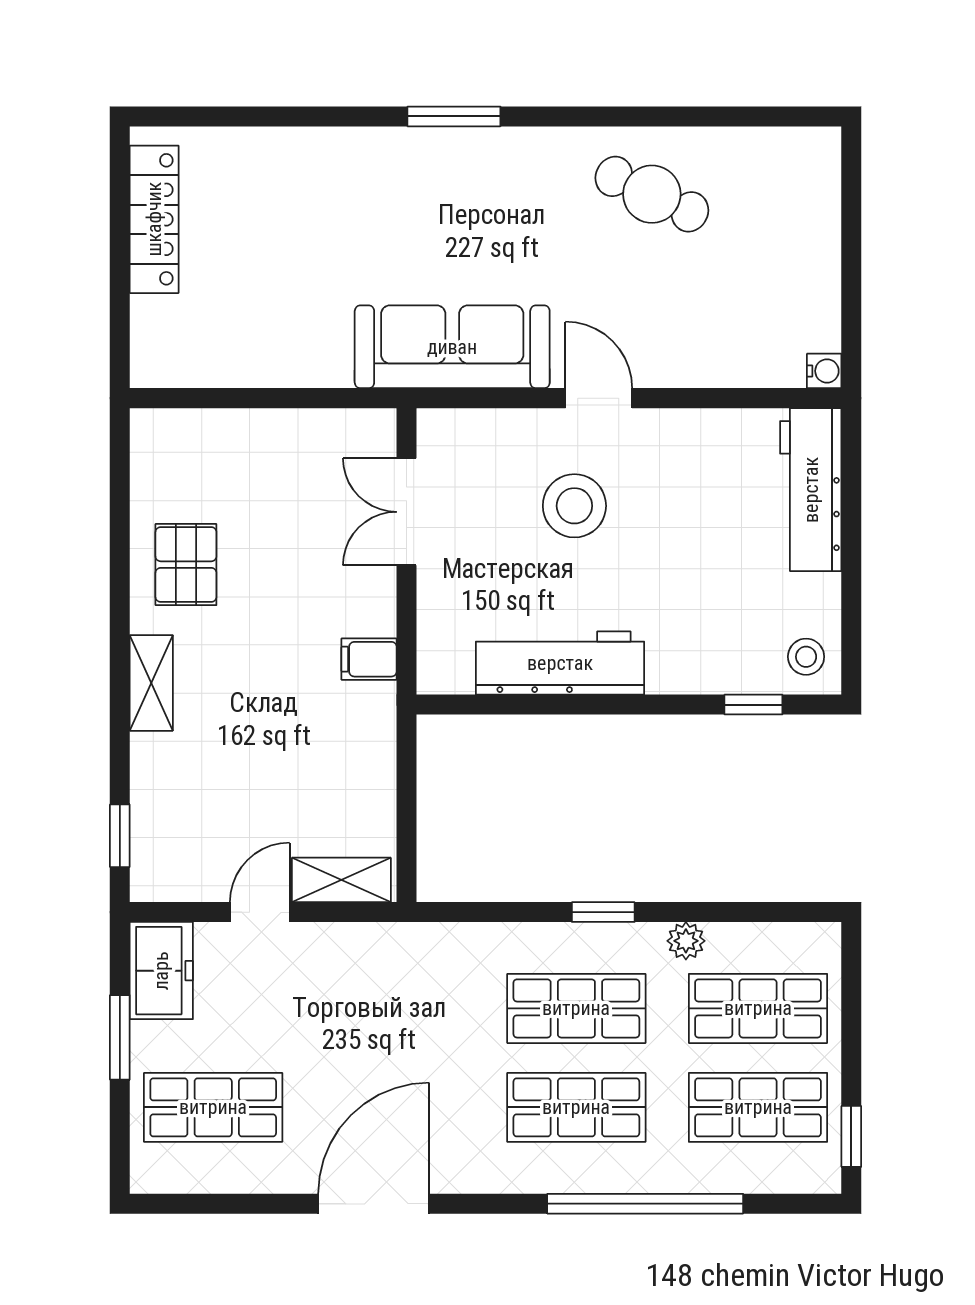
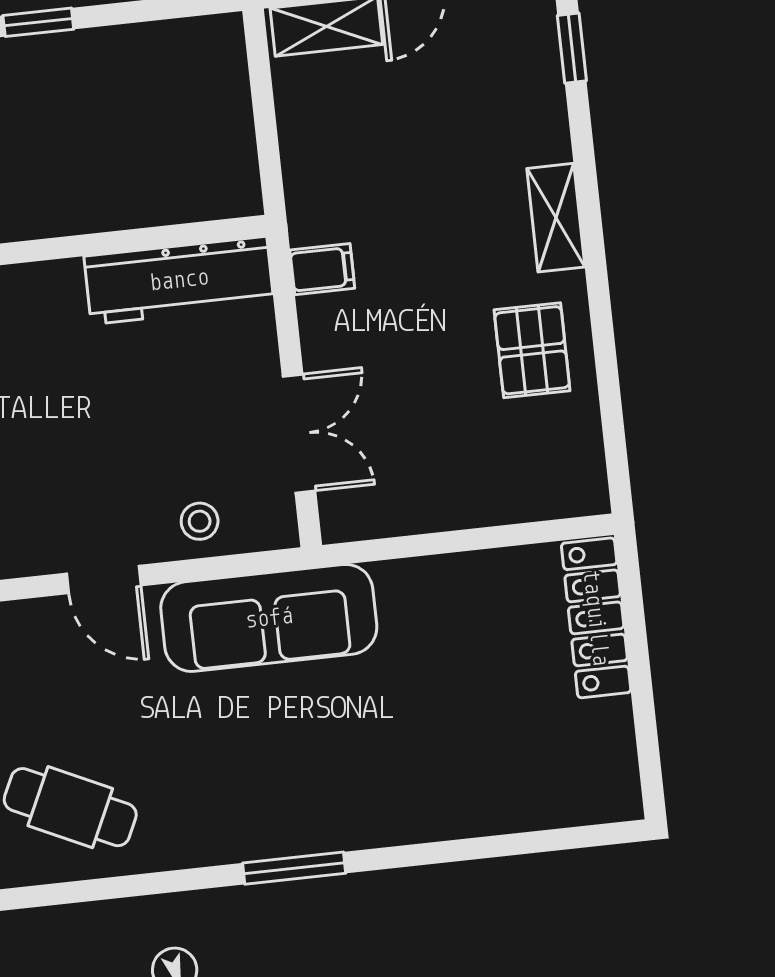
locker: (154, 219) -> (596, 618), moved
stool: (574, 506) -> (200, 521), moved, width x0.53, depth x0.53
workbench: (560, 663) -> (179, 280), moved

